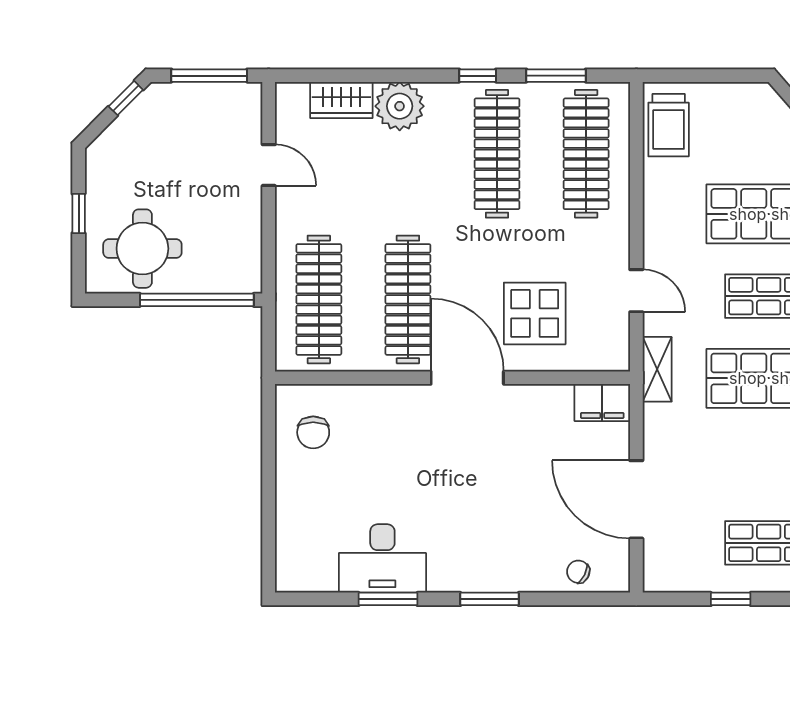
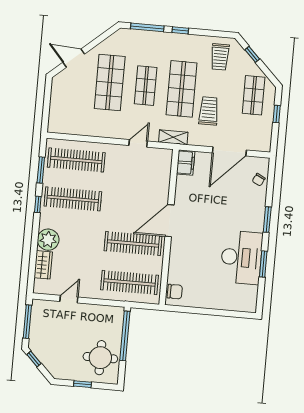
trolley: (669, 125) -> (209, 111), moved, turned -90
display table: (535, 313) -> (144, 189), removed
chair: (313, 432) -> (175, 292), moved
desk: (382, 558) -> (241, 257), width x1.36, depth x1.30

